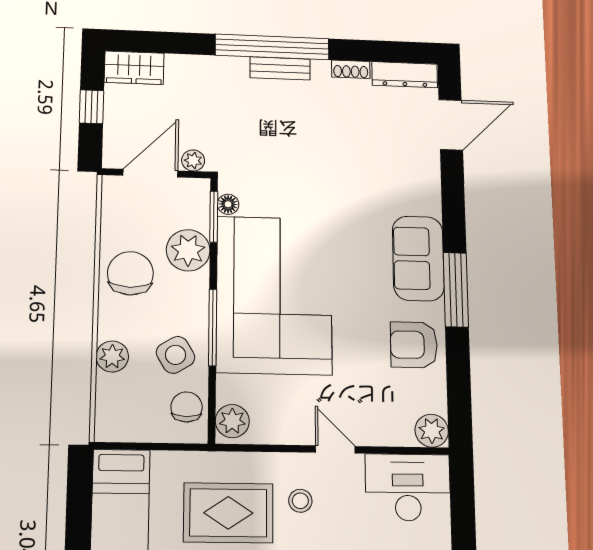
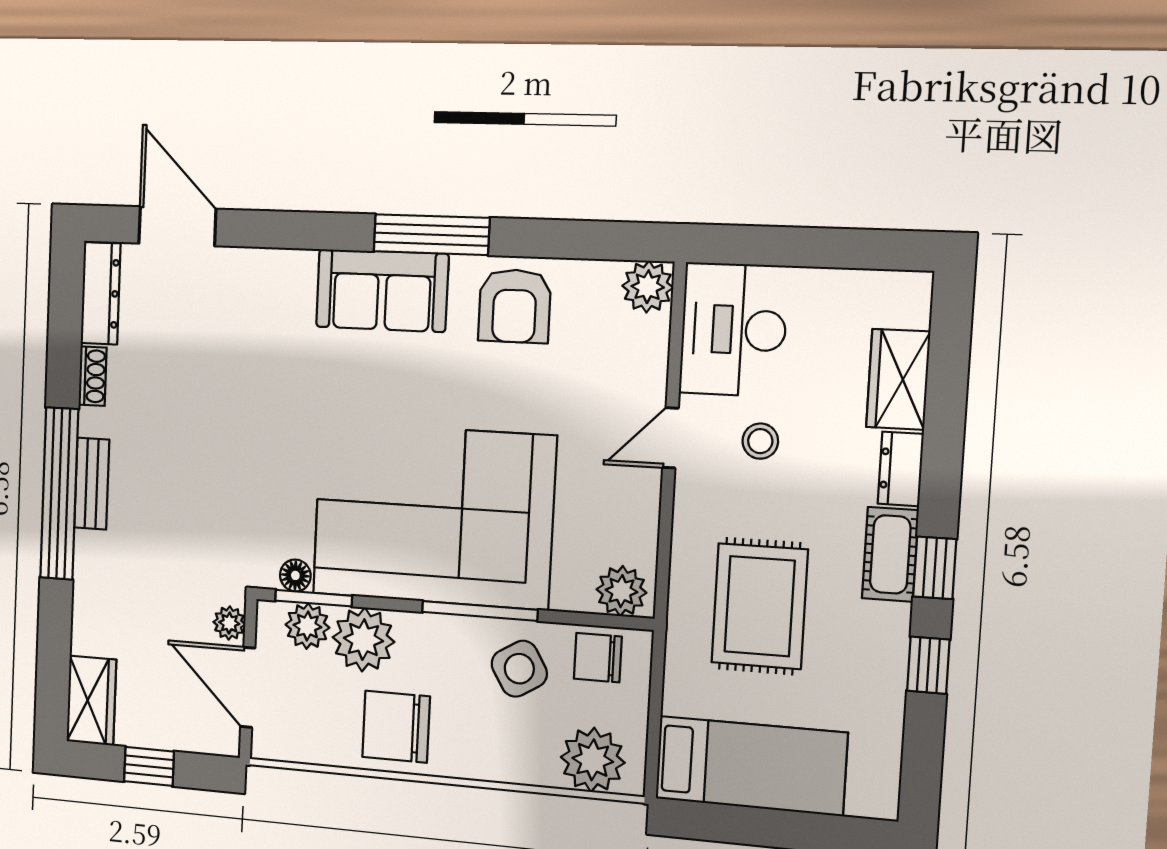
plant: (195, 213) -> (307, 626), added
plant: (112, 356) -> (593, 760), moved, width x1.36, depth x1.36
stool: (300, 501) -> (760, 441), moved

